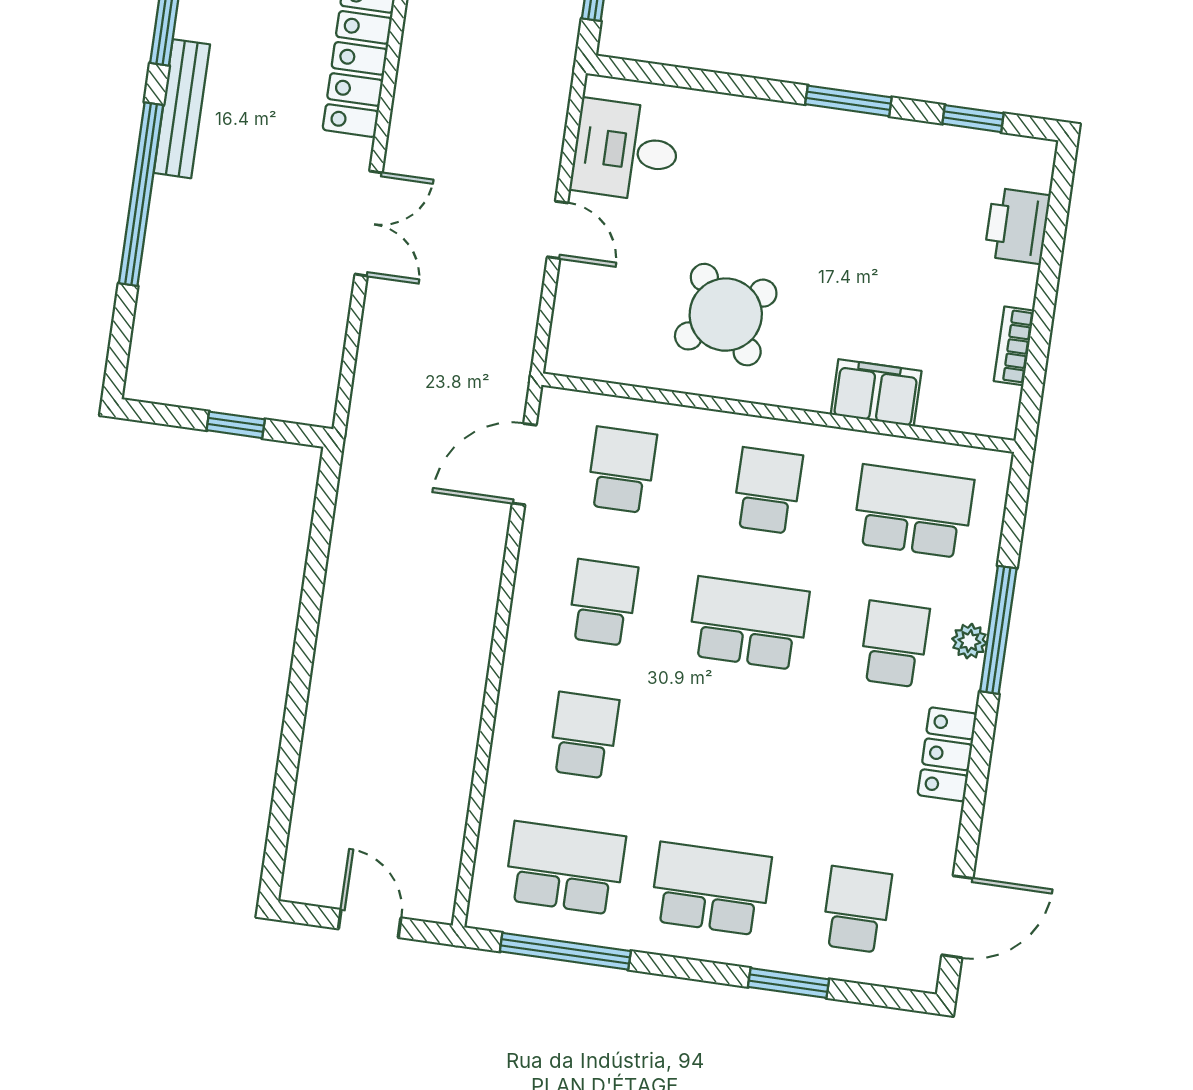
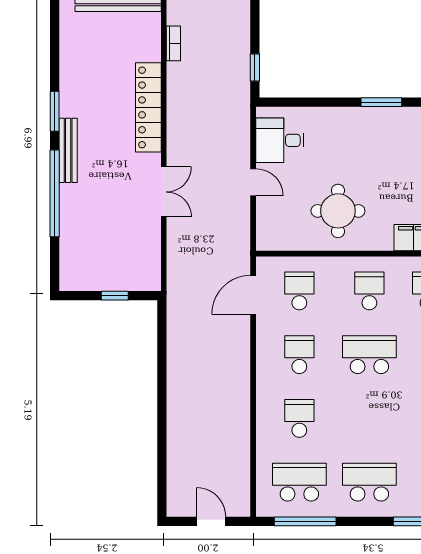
round table: (726, 315) -> (338, 211), turned 38

